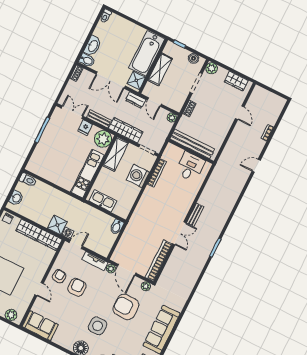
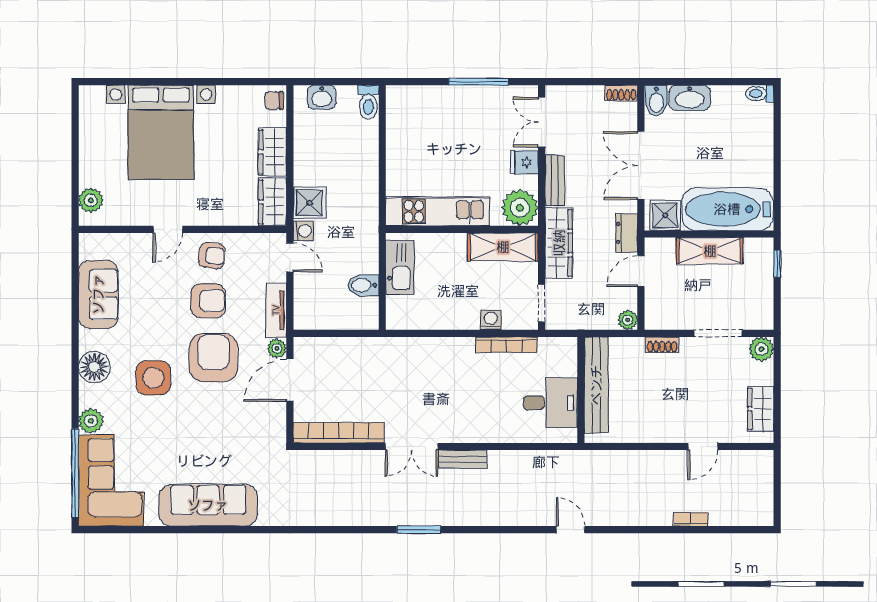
boiler: (193, 58) -> (763, 305), removed
double door: (72, 112) -> (542, 122), swing flipped
door: (256, 166) -> (570, 530), moved
washing machine: (138, 176) -> (491, 320), width x0.53, depth x0.53
bidet: (117, 227) -> (363, 285), moved
plant: (146, 286) -> (277, 433), removed
armchair: (126, 307) -> (213, 358), moved
sofa: (40, 326) -> (98, 294), moved

